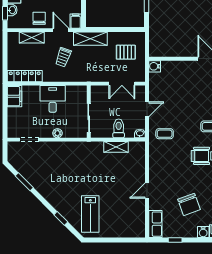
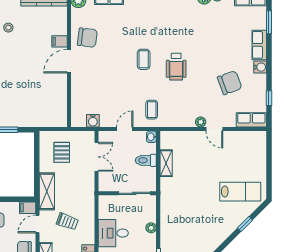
water cooler: (155, 66) -> (93, 121), moved
door: (147, 109) -> (125, 129), hinge flipped
plant: (153, 178) -> (201, 122), added

